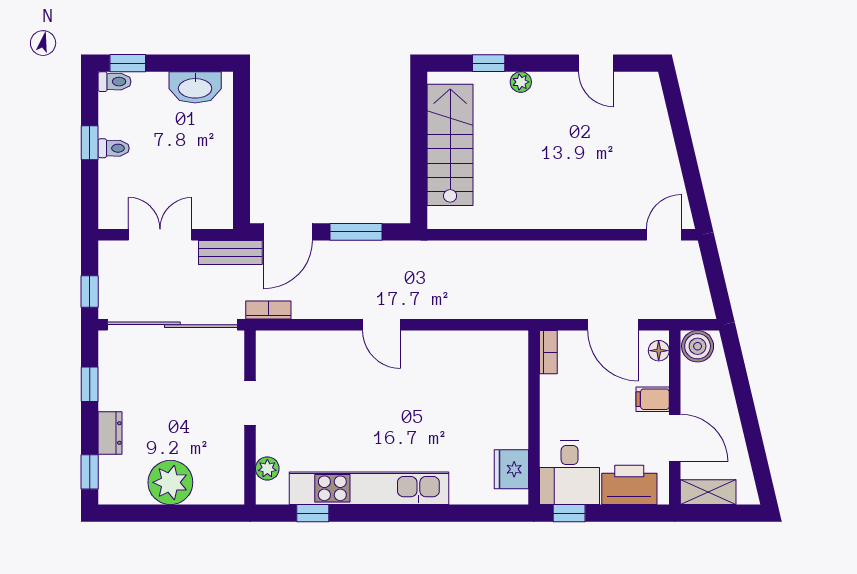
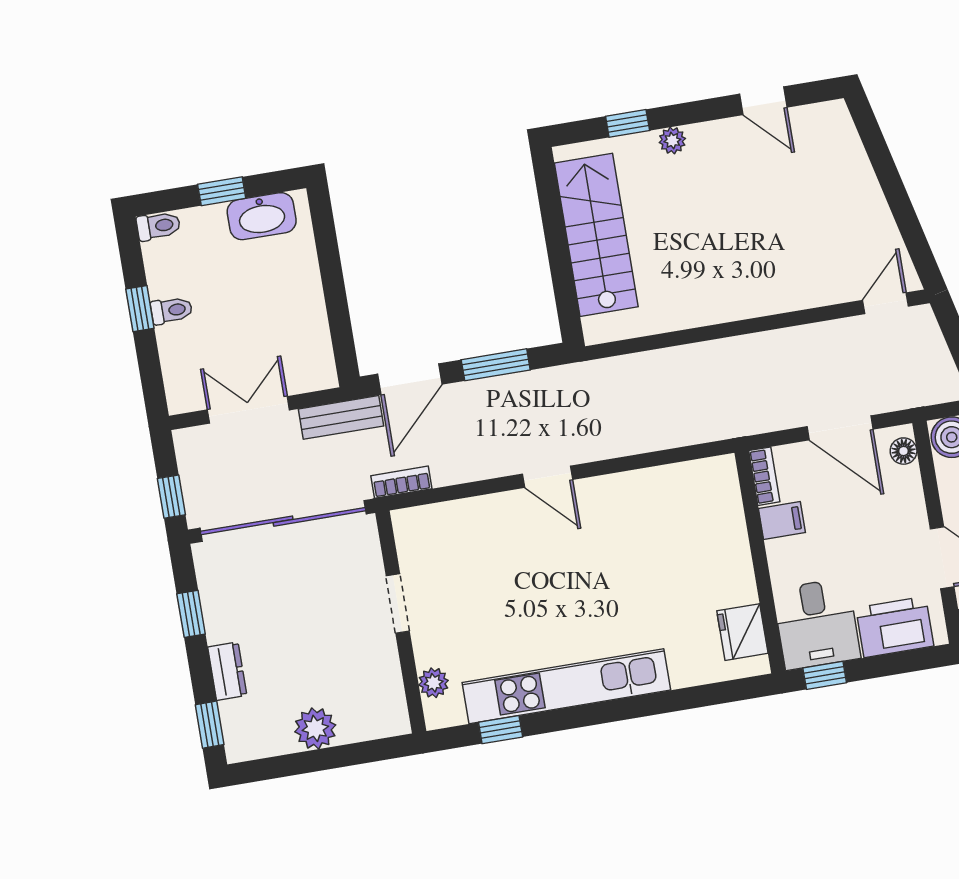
window: (128, 63) -> (222, 191), moved
filing cabinet: (653, 399) -> (782, 521), moved, turned 180
plant: (170, 482) -> (315, 728), width x0.73, depth x0.73

